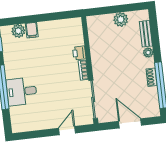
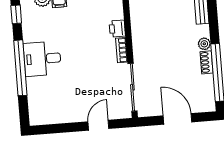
plant: (148, 53) -> (204, 44), moved
desk: (22, 91) -> (42, 59), moved

